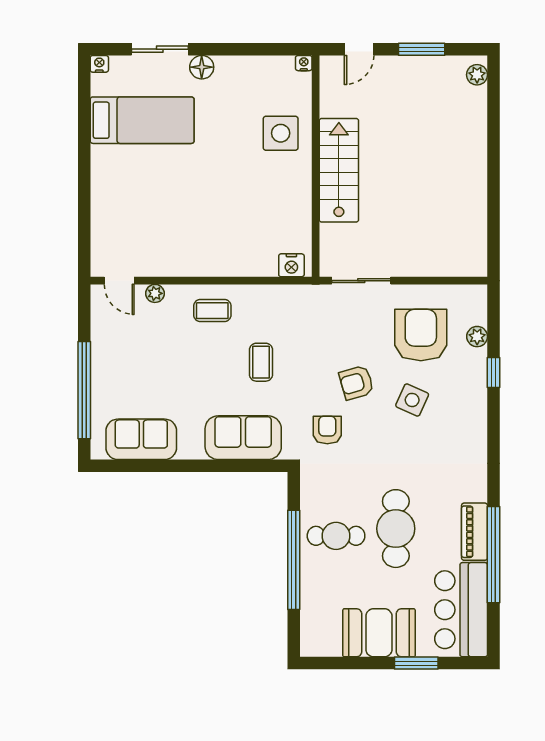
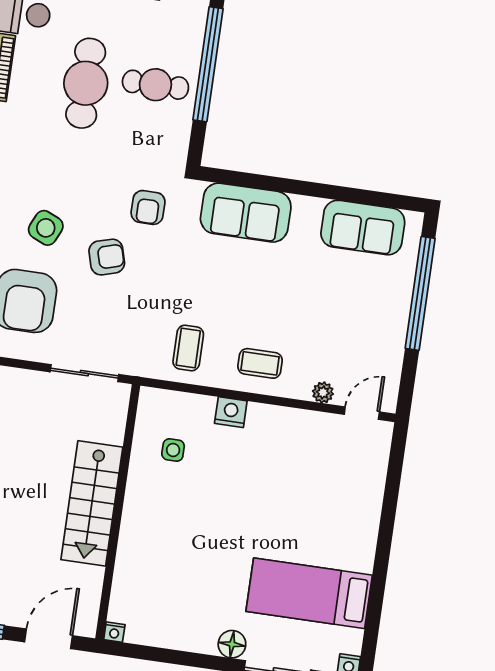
door: (359, 49) -> (49, 639), width x1.38
side table: (281, 133) -> (173, 450), moved, width x0.54, depth x0.54
nightstand: (291, 265) -> (231, 412), moved
door: (119, 281) -> (362, 413), hinge flipped
coffee table: (261, 362) -> (188, 348), moved

